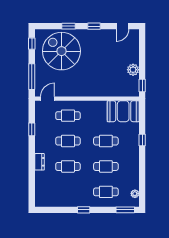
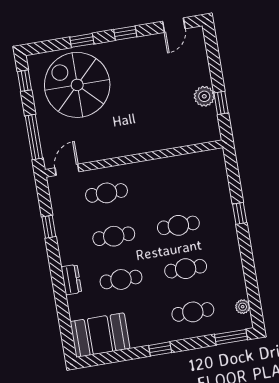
window: (142, 86) -> (221, 103), moved
booth: (123, 111) -> (100, 335), moved

